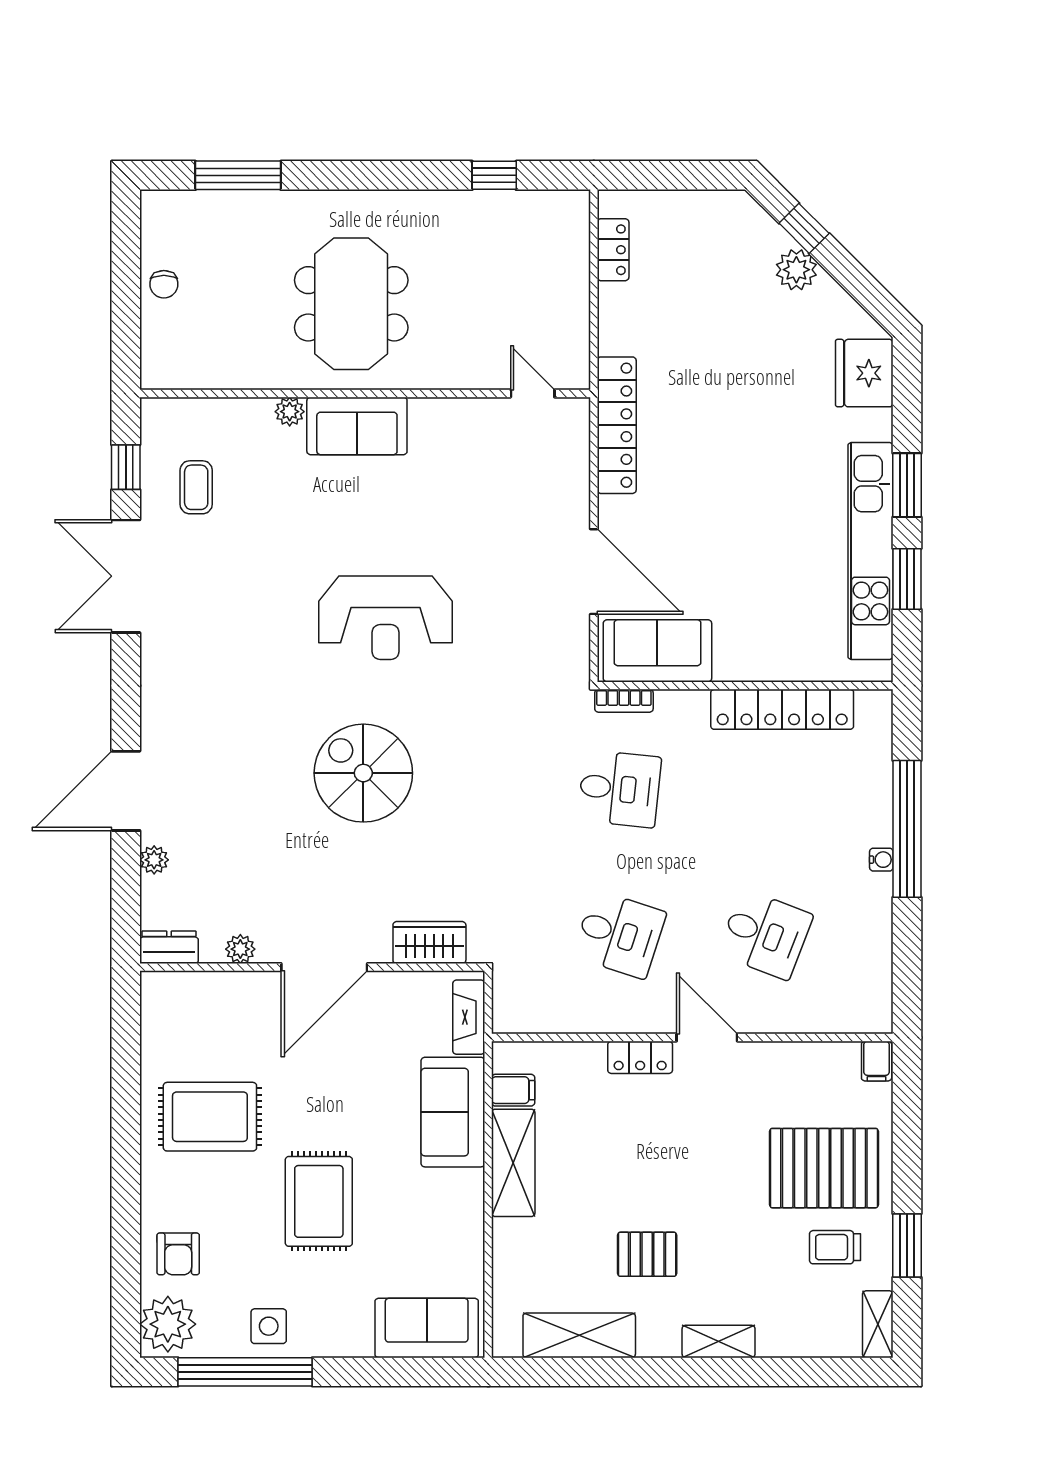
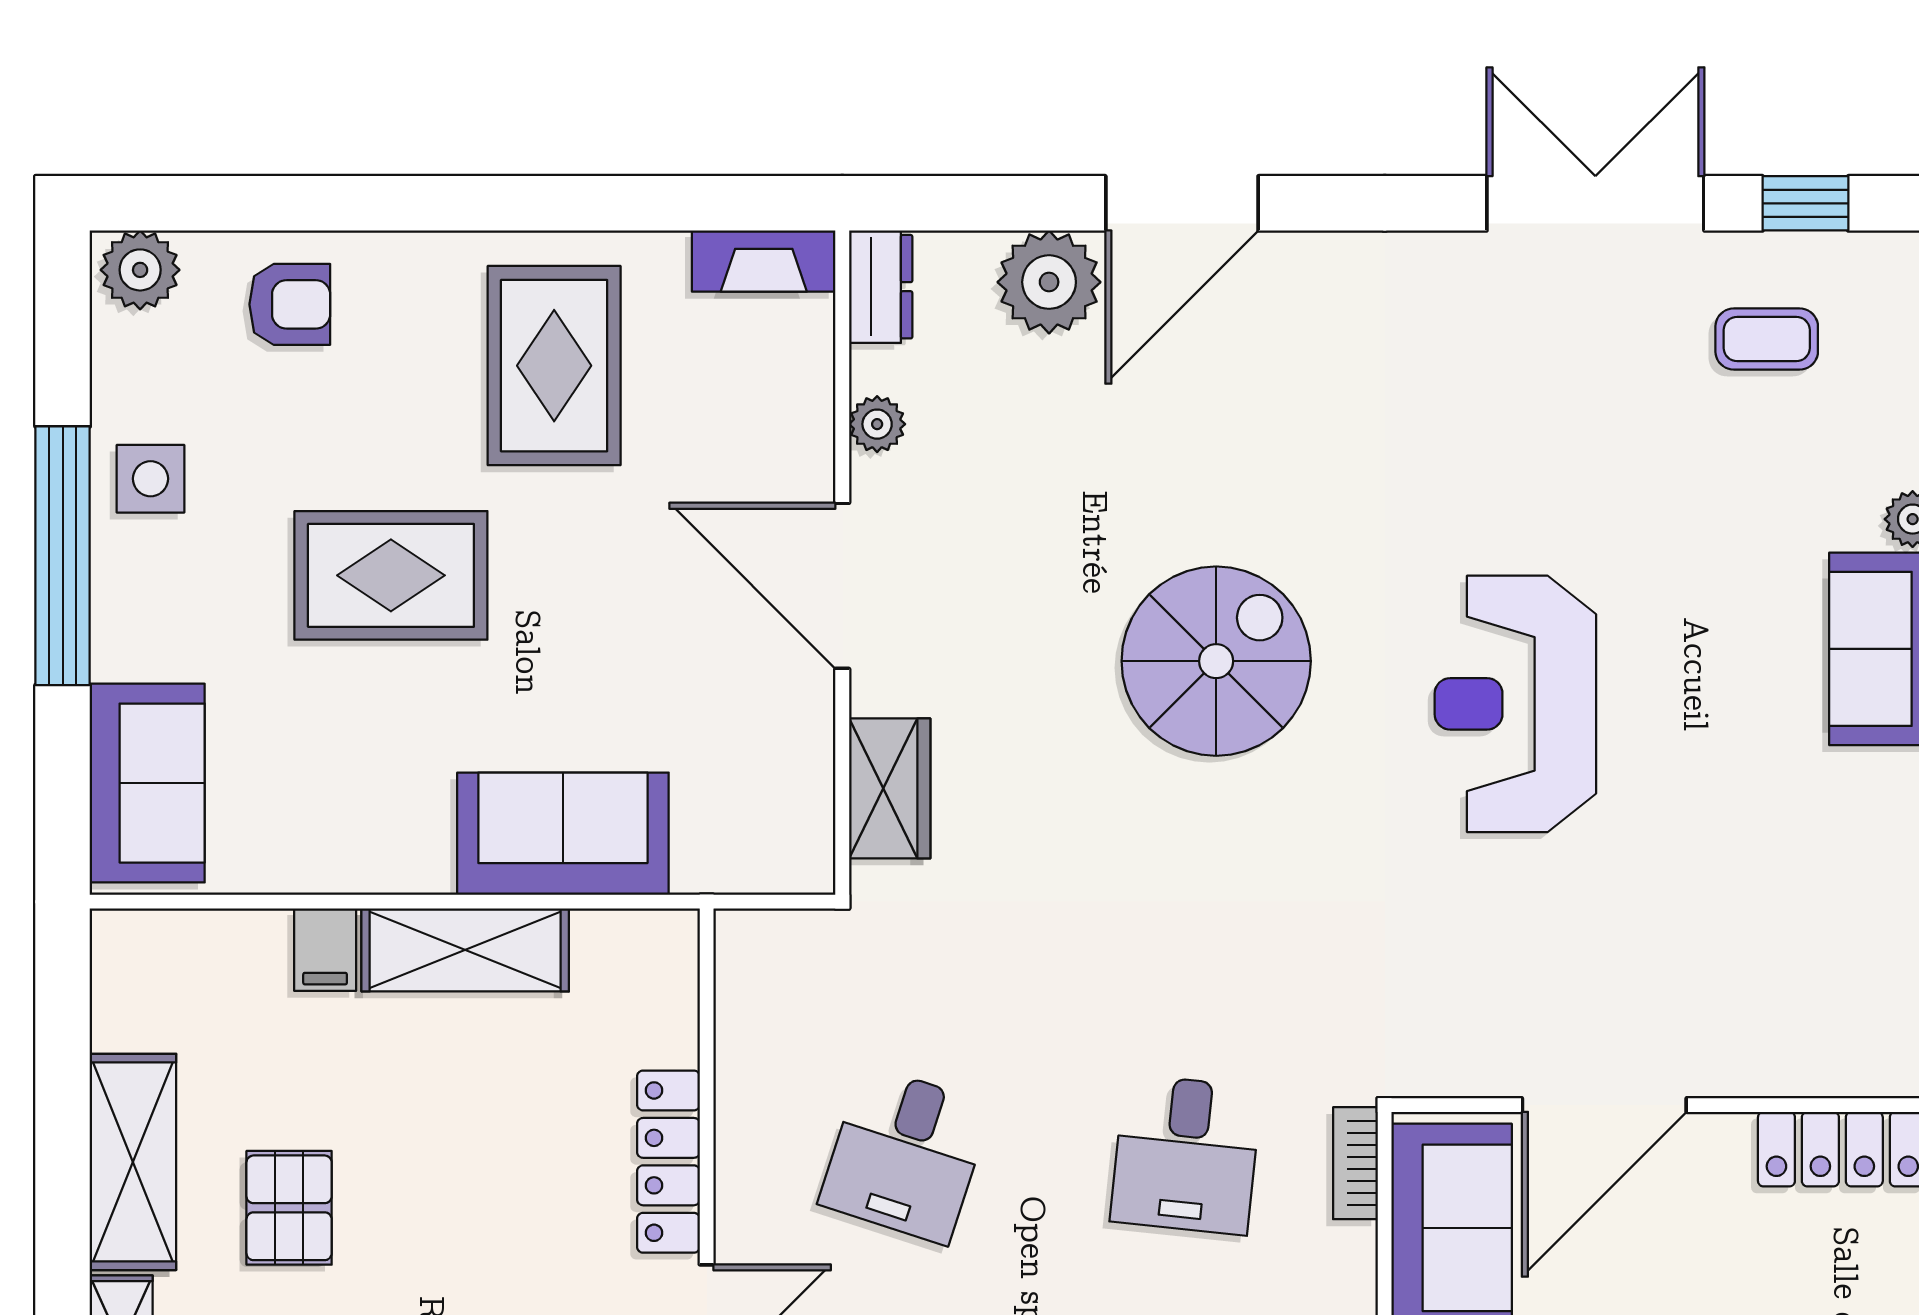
door: (126, 791) -> (1182, 203), swing flipped
plant: (154, 860) -> (1049, 282), width x1.87, depth x1.87
fireplace: (469, 1017) -> (764, 261), moved, turned 180
locker: (640, 1057) -> (668, 1162), width x1.53
filing cabinet: (513, 1090) -> (325, 950), moved
armchair: (178, 1254) -> (290, 304), turned 180
plant: (168, 1324) -> (140, 270), width x0.73, depth x0.73
shelving: (579, 1335) -> (133, 1162), moved
window: (245, 1372) -> (63, 556), moved

